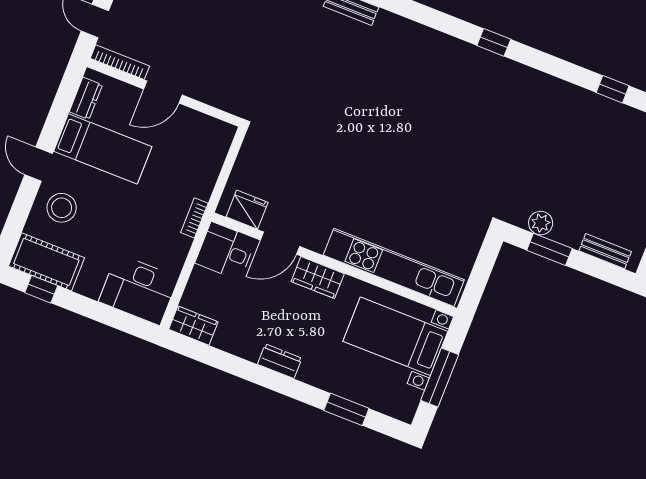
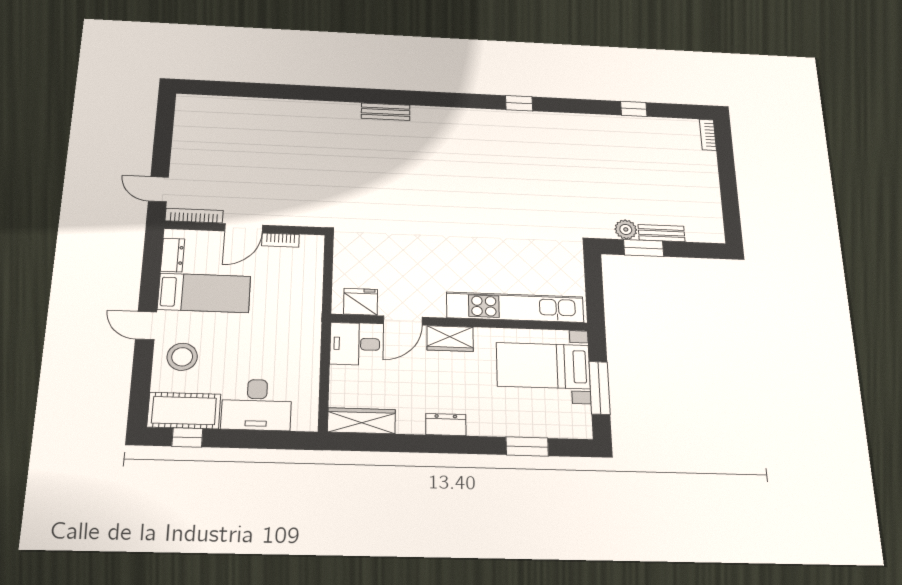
bookcase: (194, 218) -> (280, 240), moved, turned -90
bench: (605, 251) -> (662, 233), moved
desk: (139, 289) -> (257, 405), moved
wardrobe: (193, 326) -> (361, 421), width x1.50

